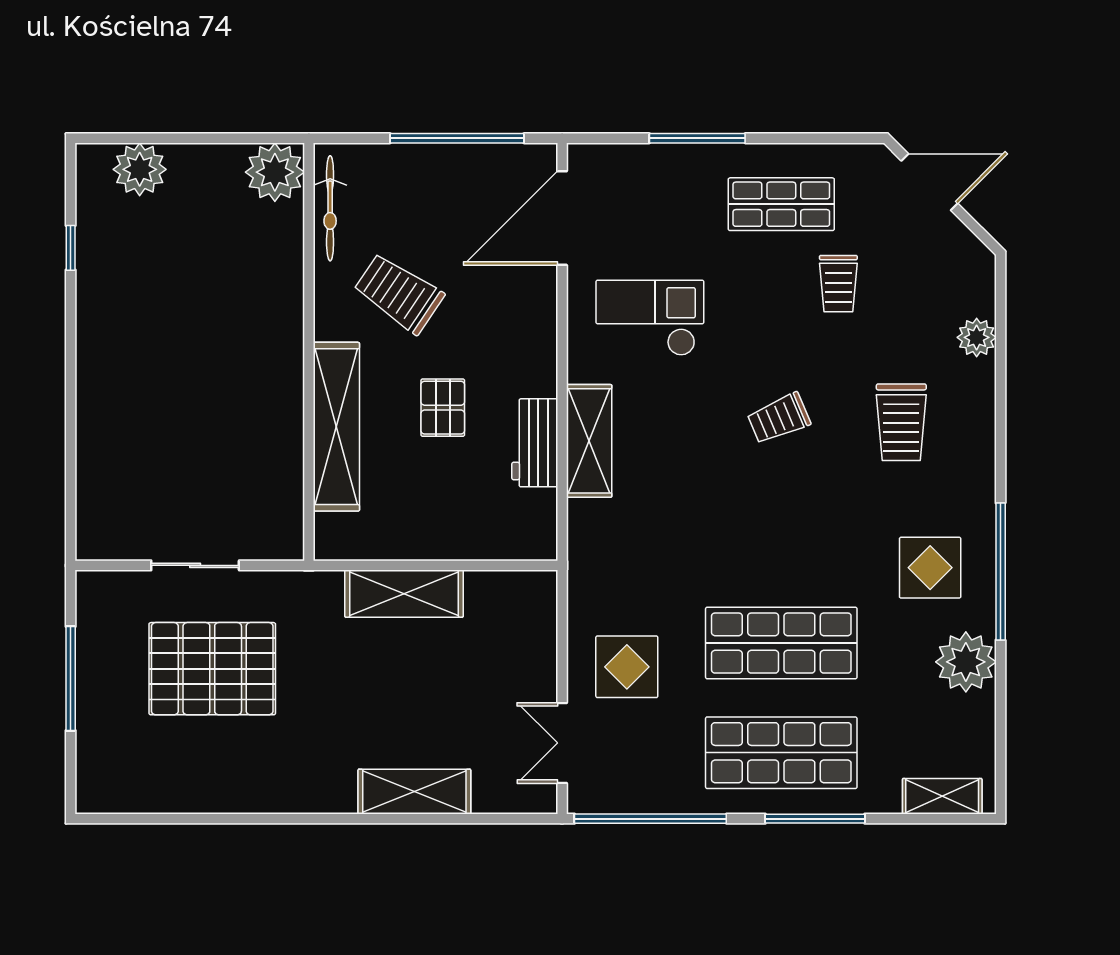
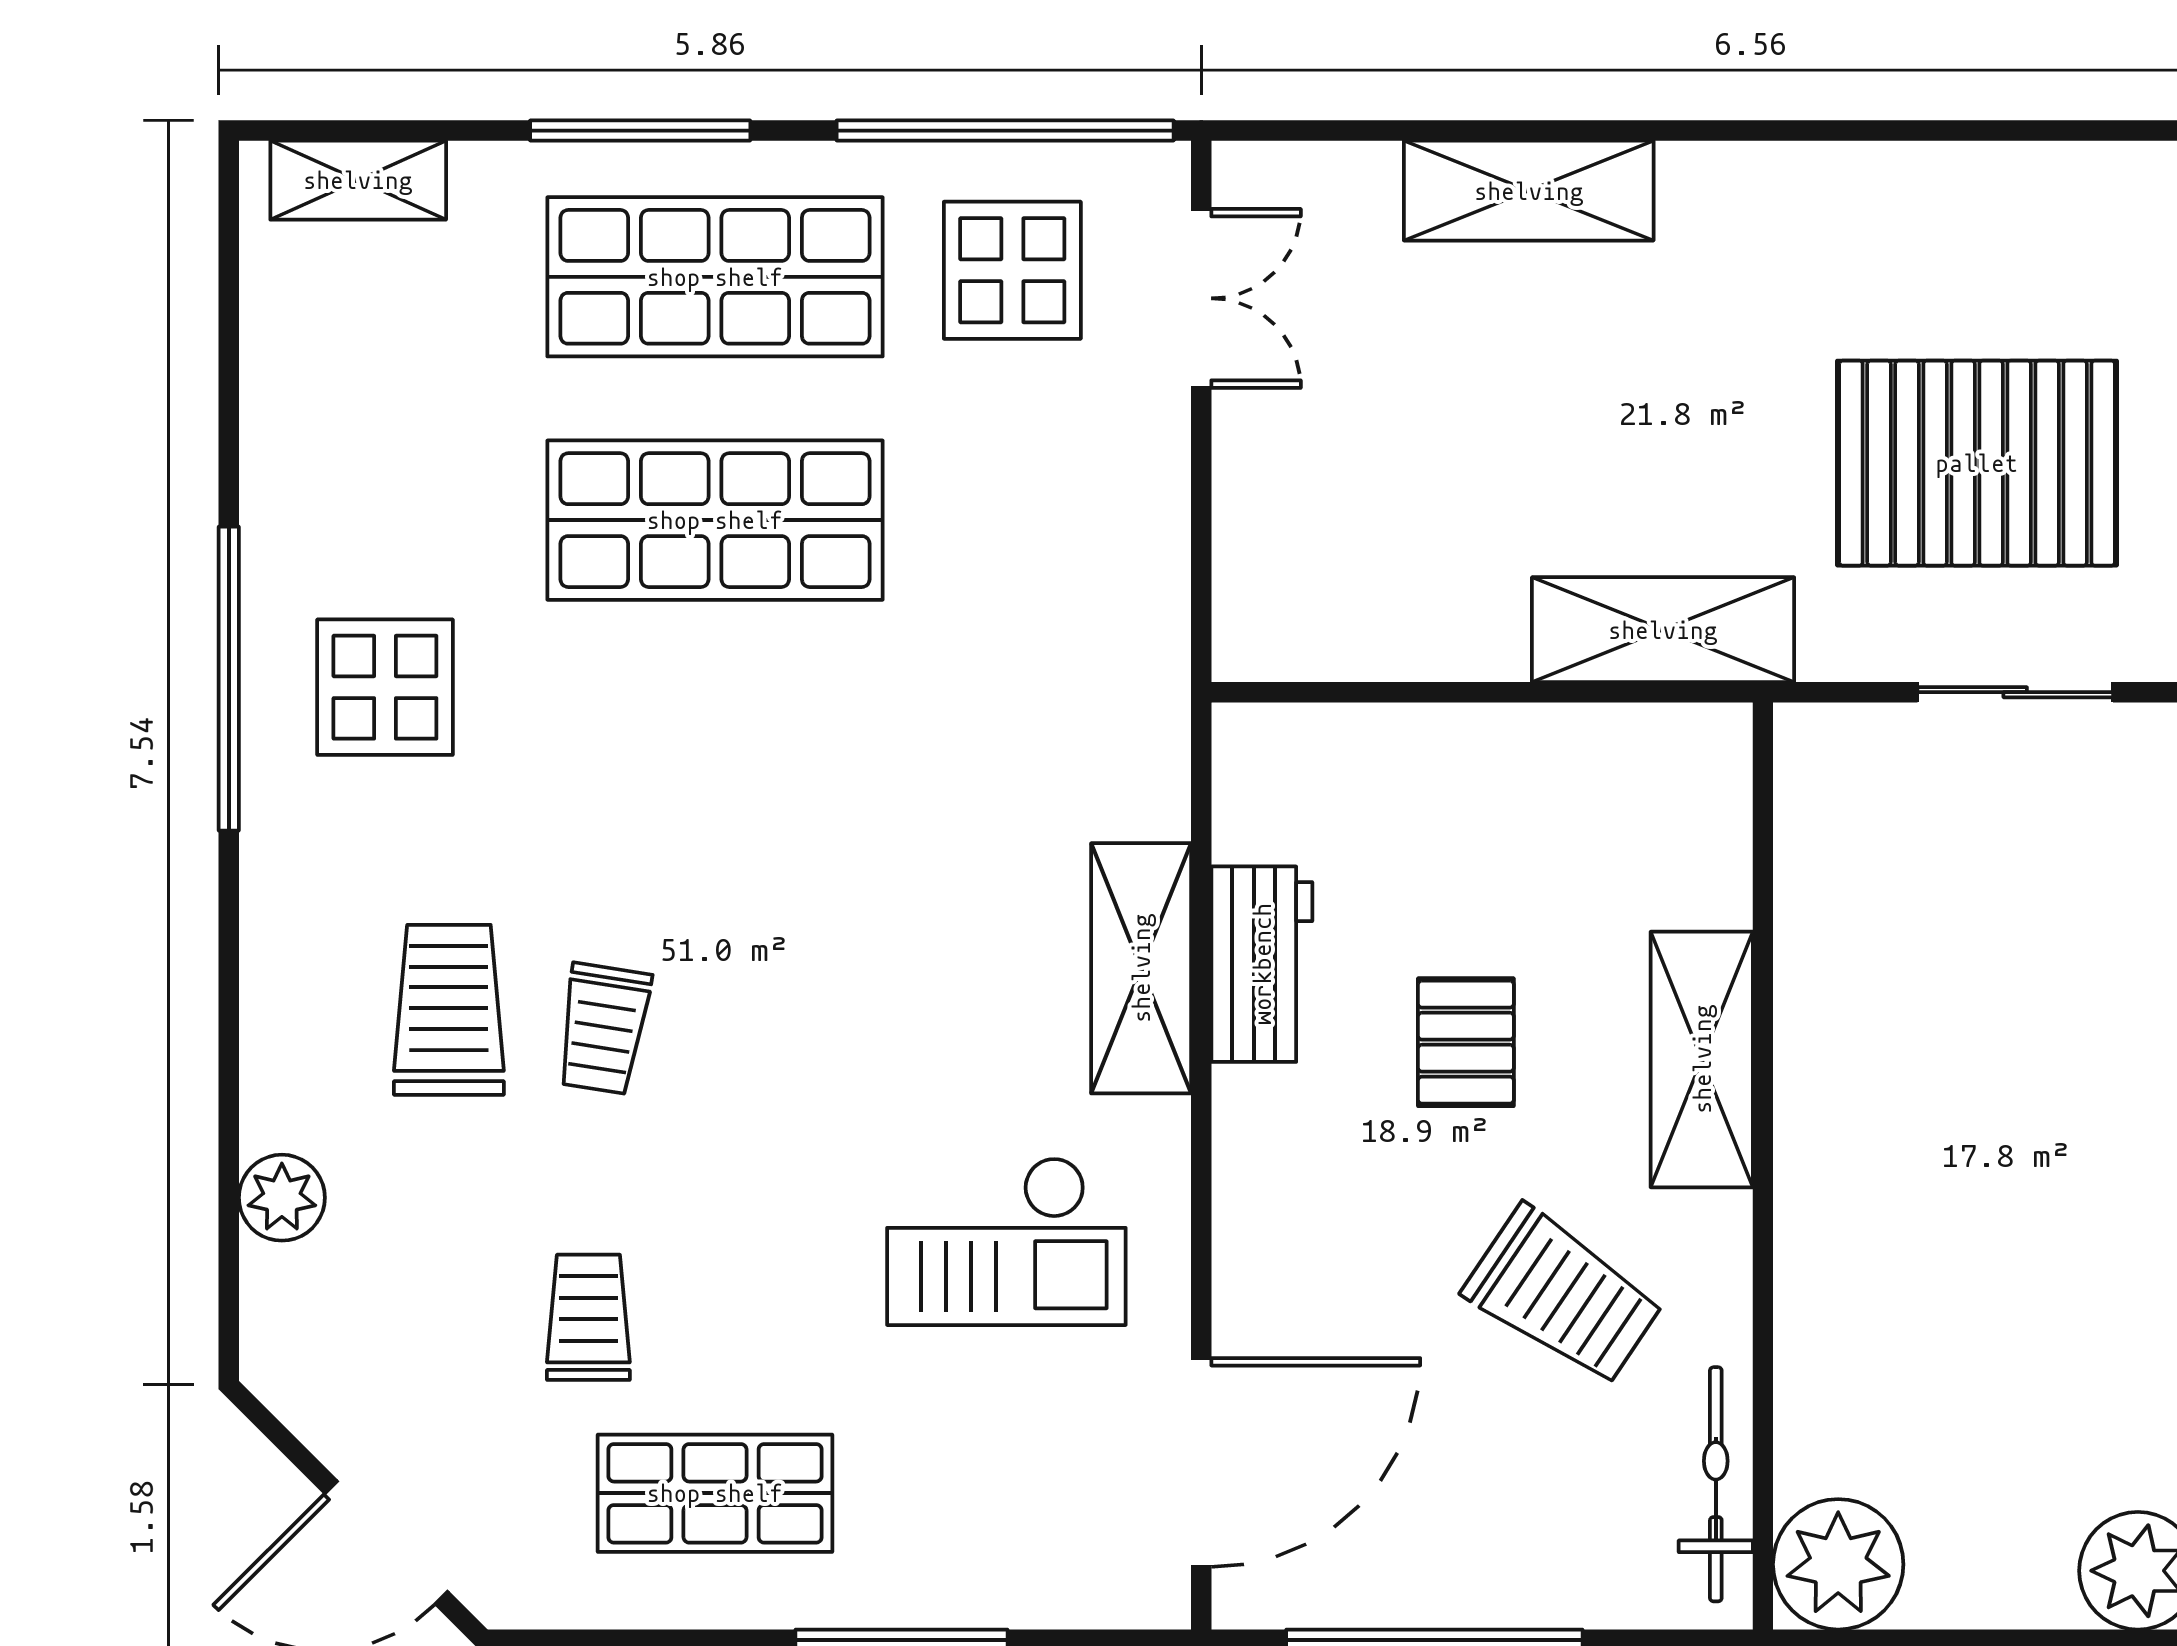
trolley: (779, 418) -> (603, 1029), moved, turned 122
shelving: (336, 427) -> (1702, 1059), width x0.68
shelving: (404, 594) -> (1663, 630), moved
plant: (966, 662) -> (306, 478), removed
display table: (627, 667) -> (1012, 270), moved

